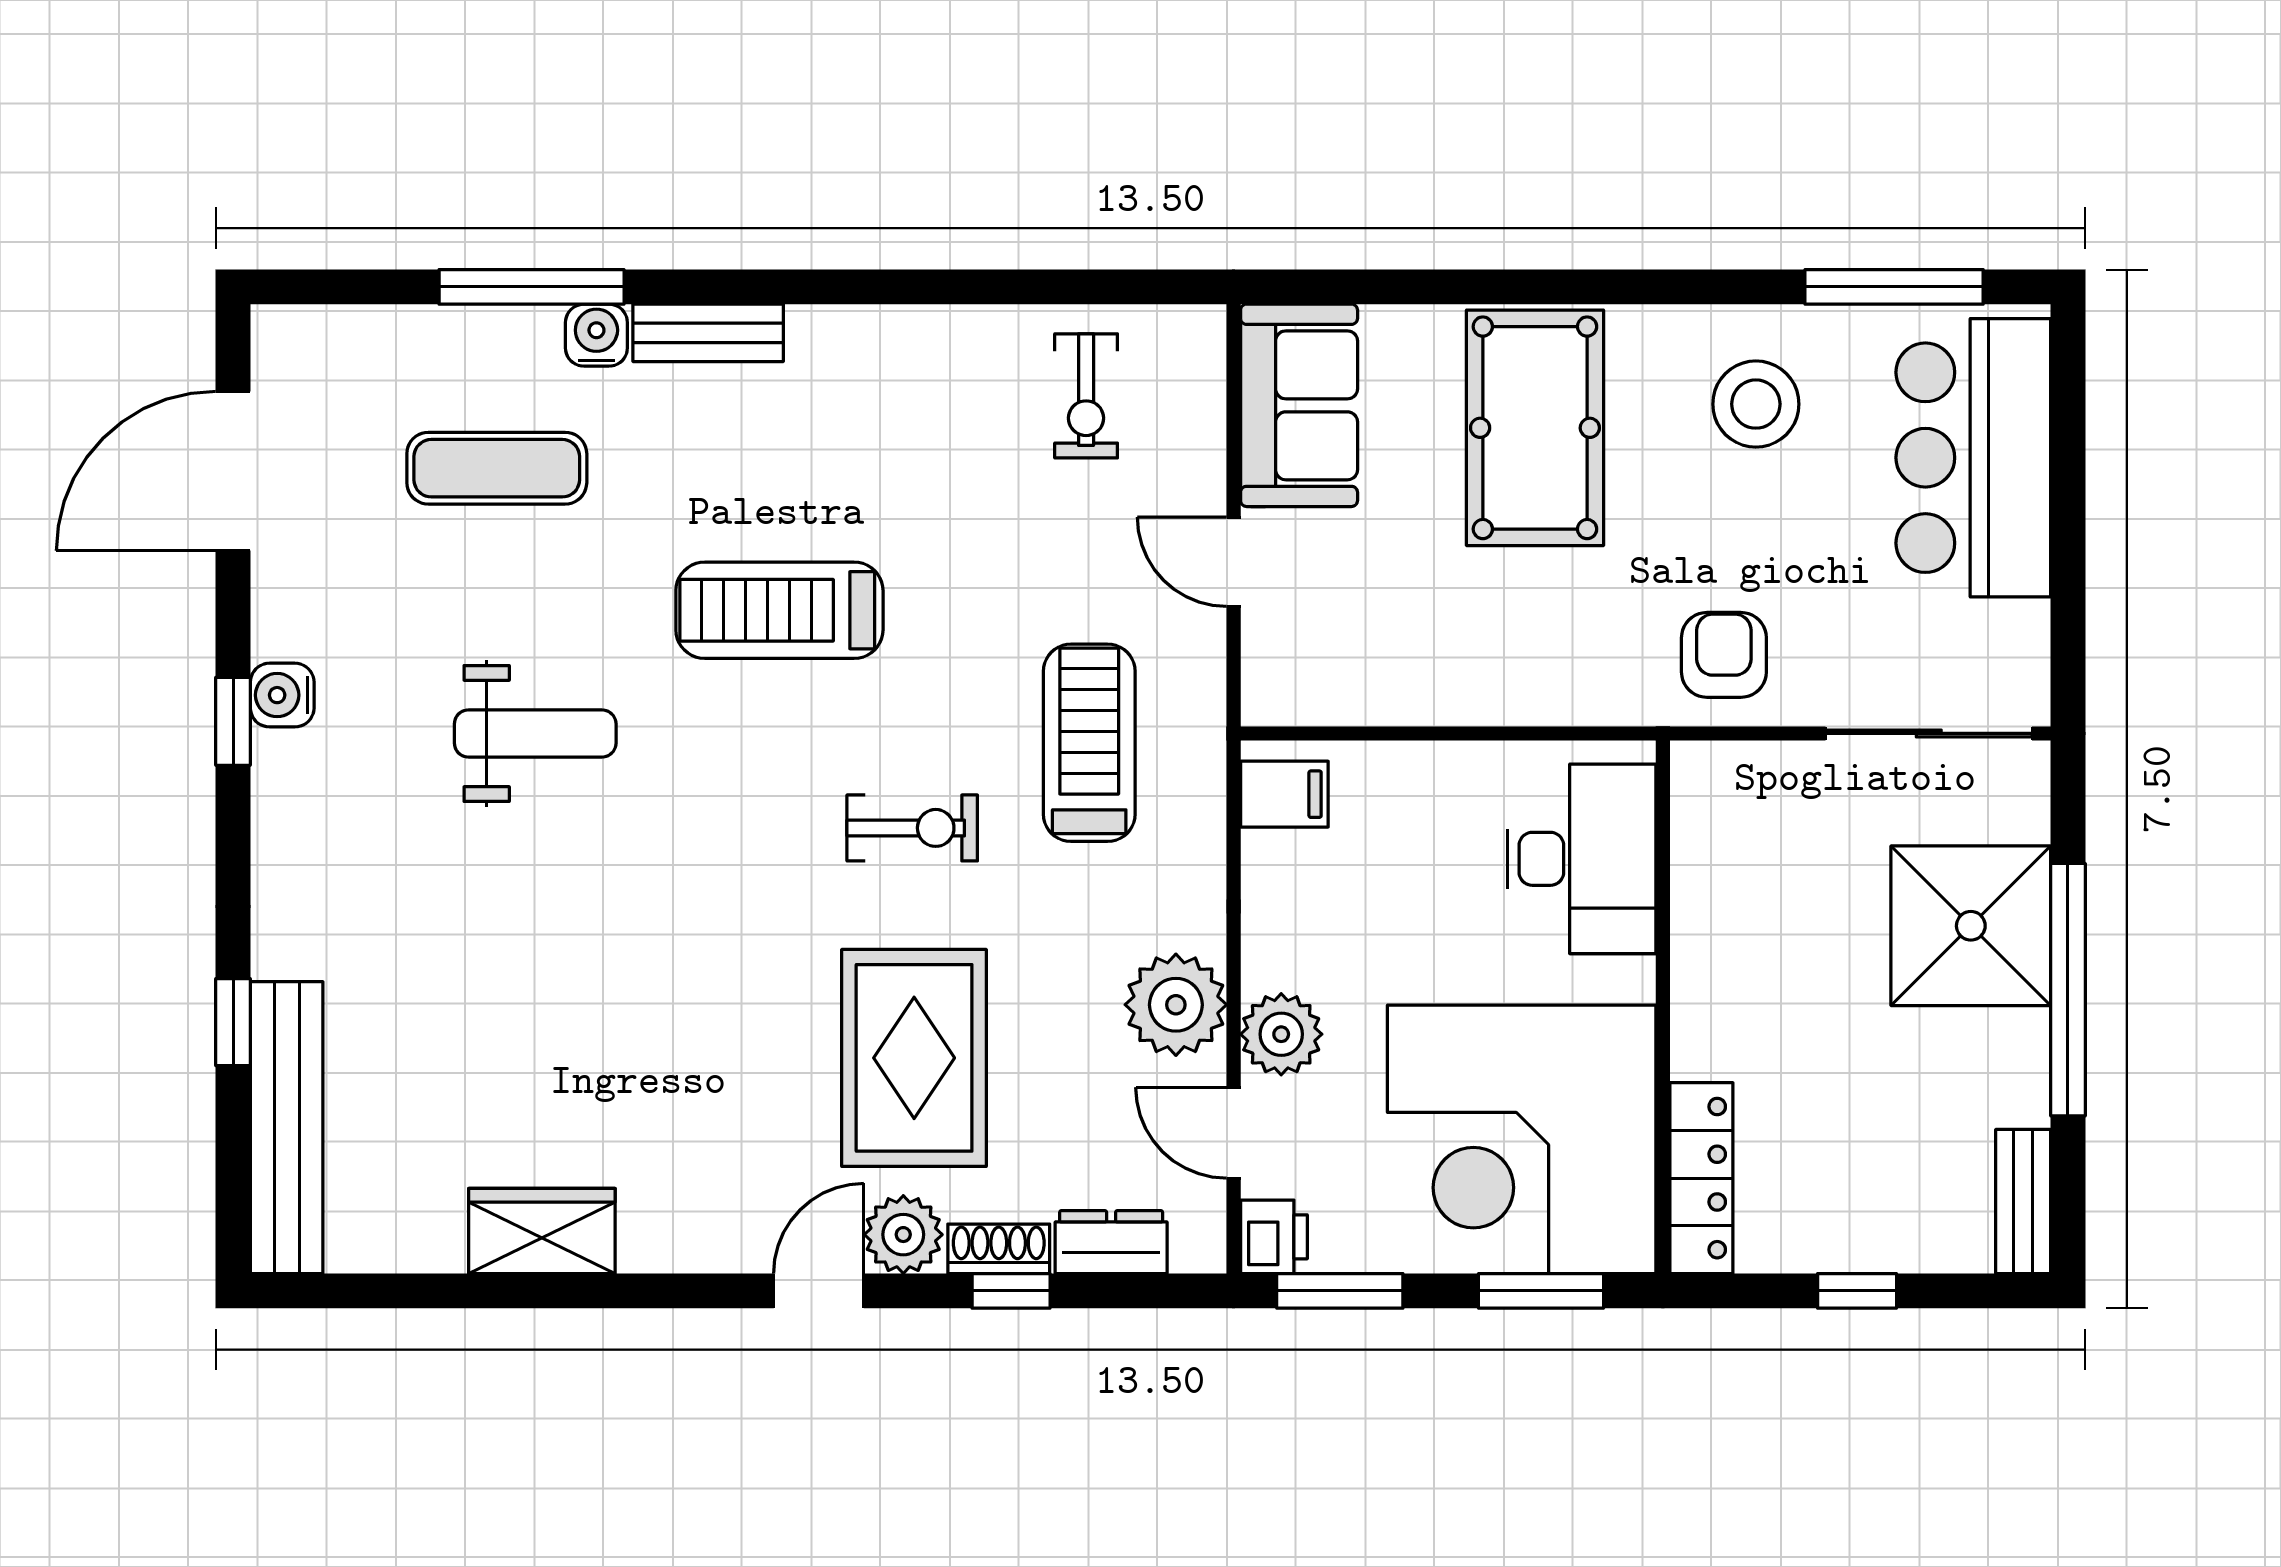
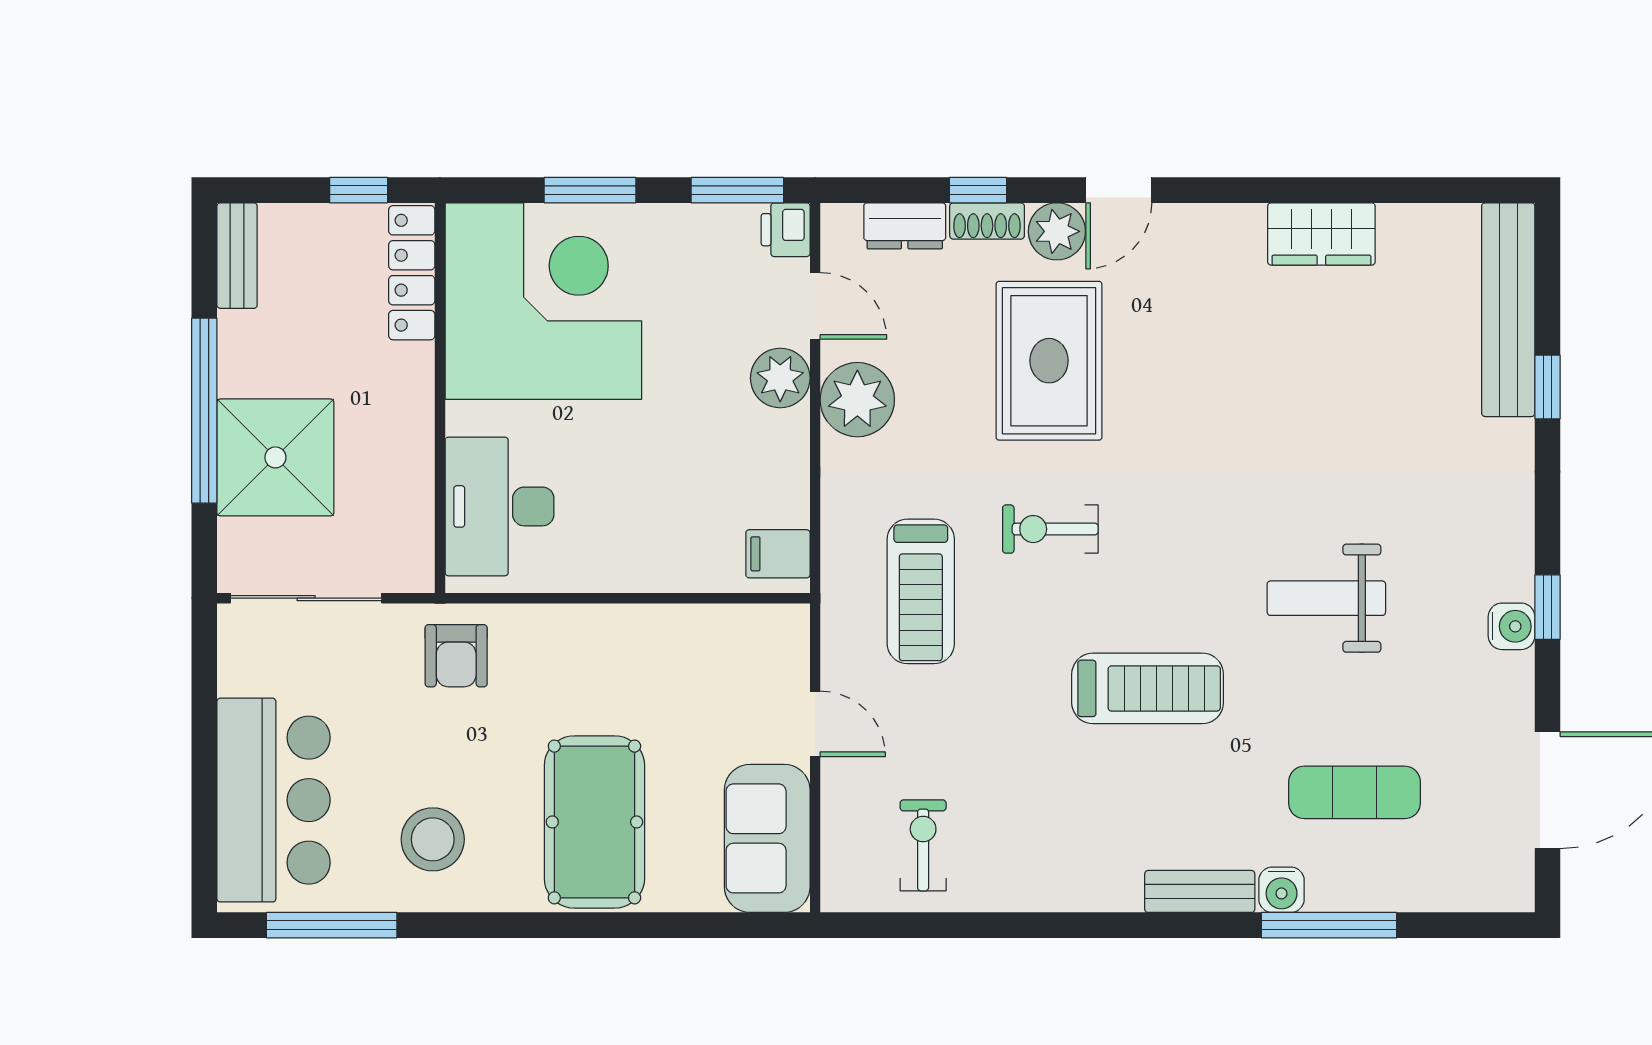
desk: (1582, 859) -> (500, 506), moved
wall: (1663, 1007) -> (440, 398), moved
corner desk: (1522, 1139) -> (543, 301), moved
locker: (1701, 1178) -> (412, 273), moved

